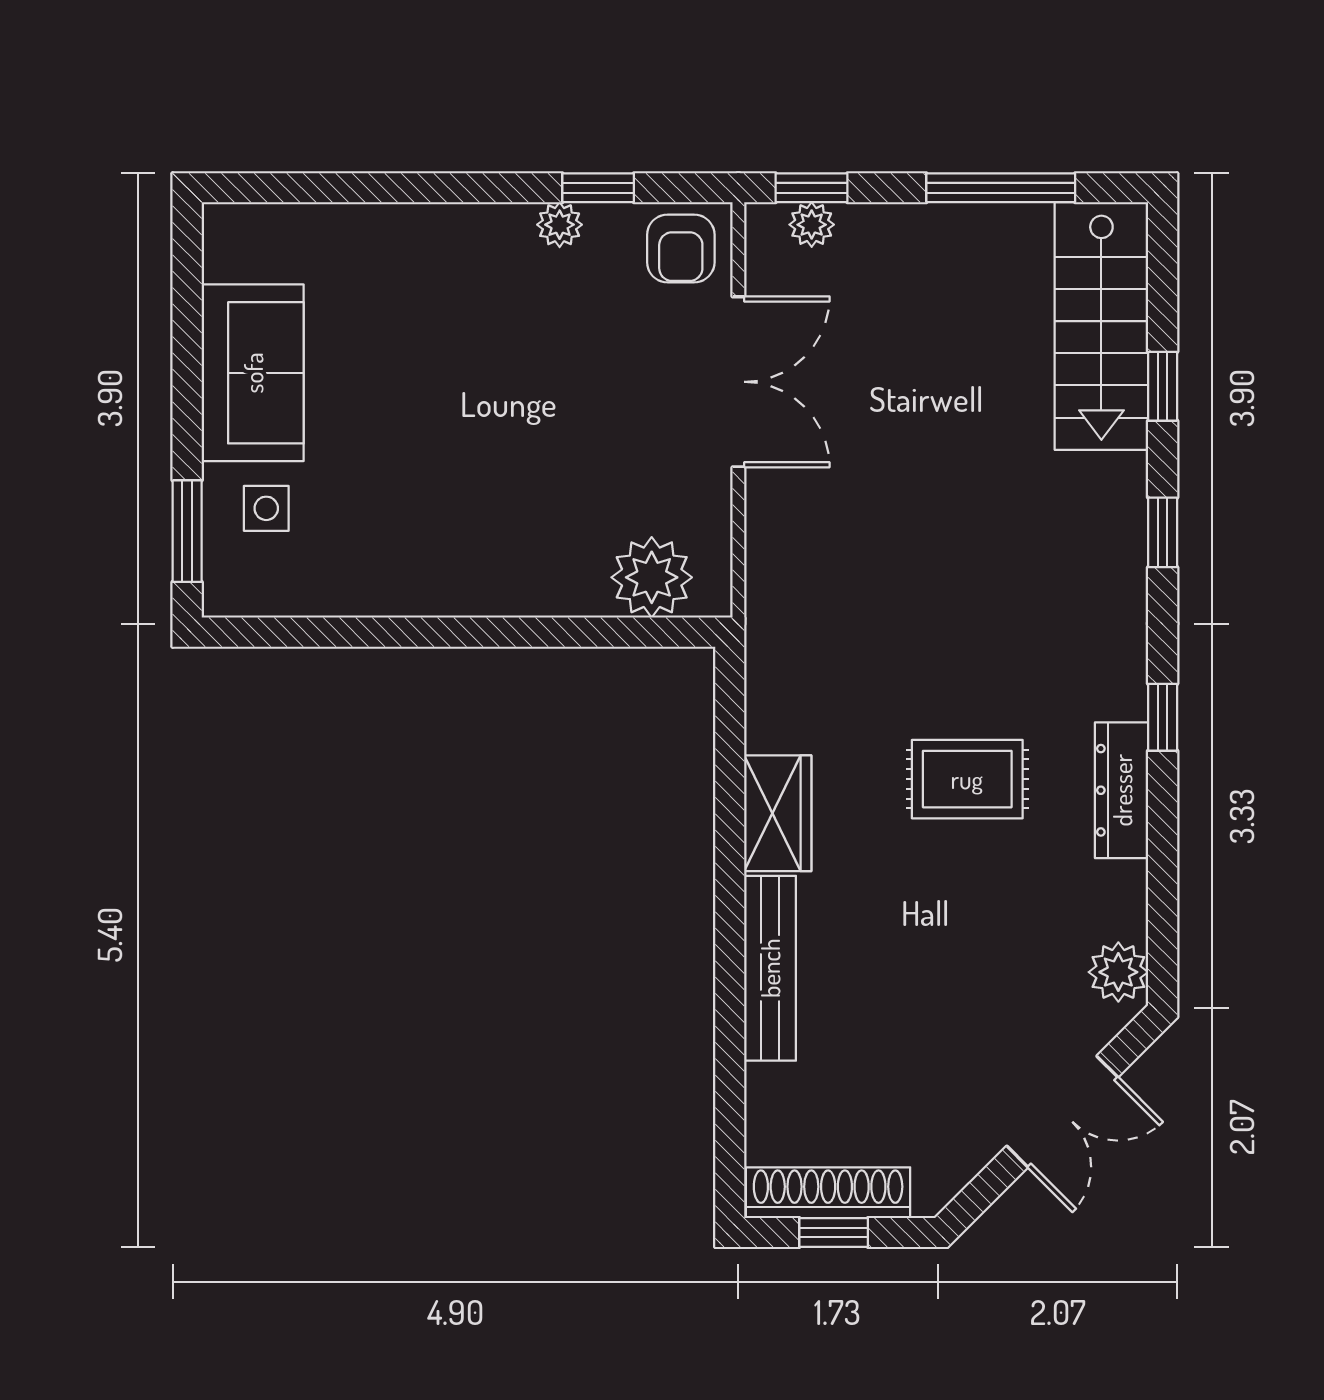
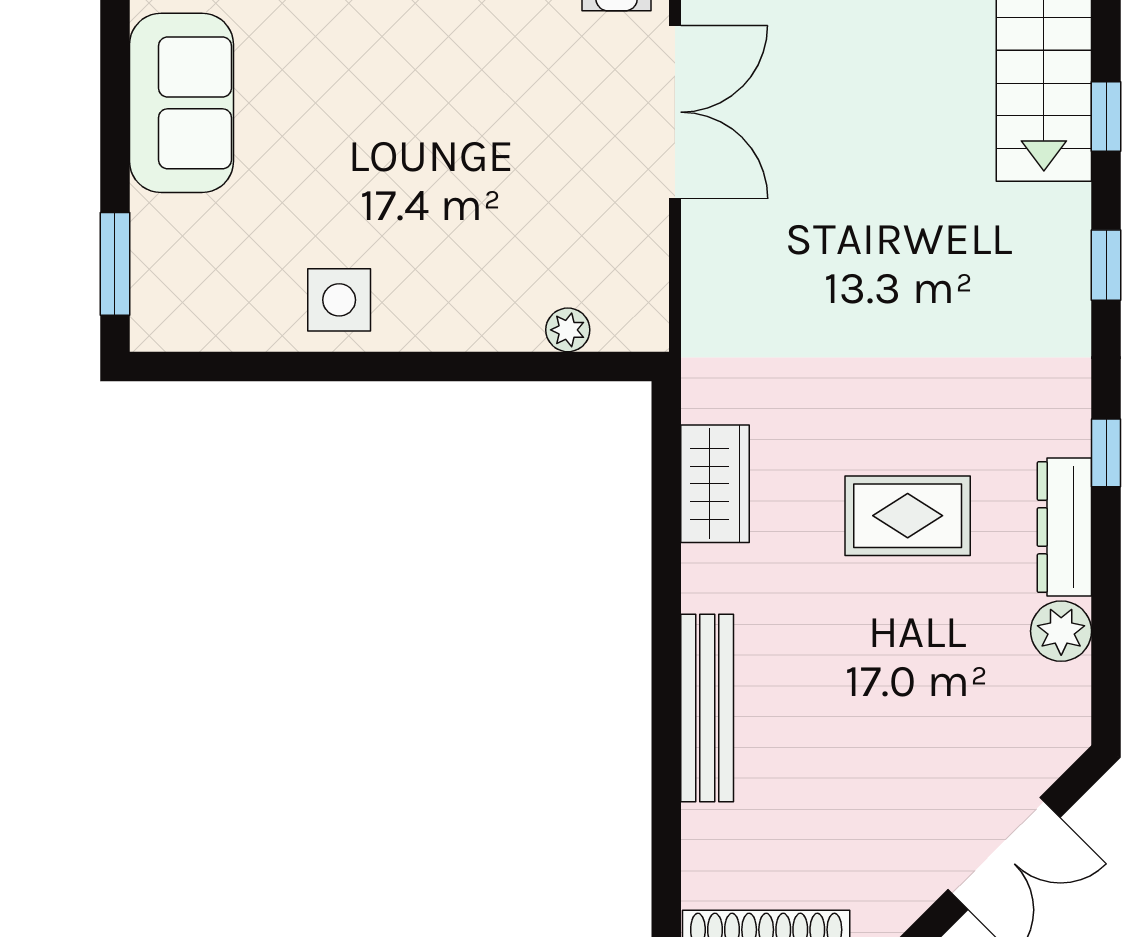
side table: (266, 508) -> (339, 300), moved, width x1.37, depth x1.37
plant: (652, 577) -> (568, 330), width x0.53, depth x0.53
wardrobe: (778, 813) -> (715, 484), moved
plant: (1118, 972) -> (1061, 631), moved

